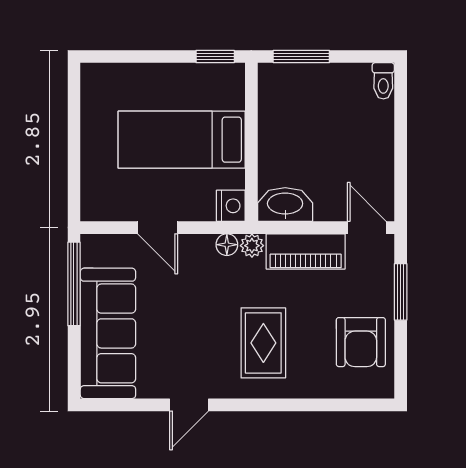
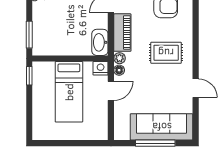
door: (158, 228) -> (111, 91), moved
window: (74, 284) -> (155, 143), moved

